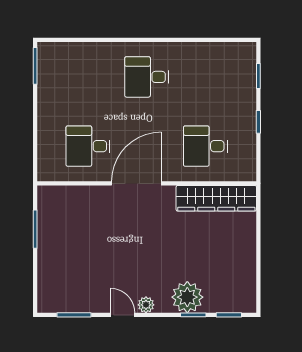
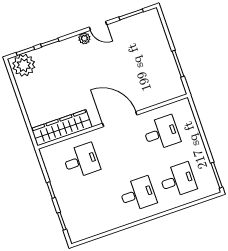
desk: (88, 77) -> (178, 180), added
door: (136, 183) -> (120, 119), swing flipped
plant: (187, 297) -> (24, 65), moved

